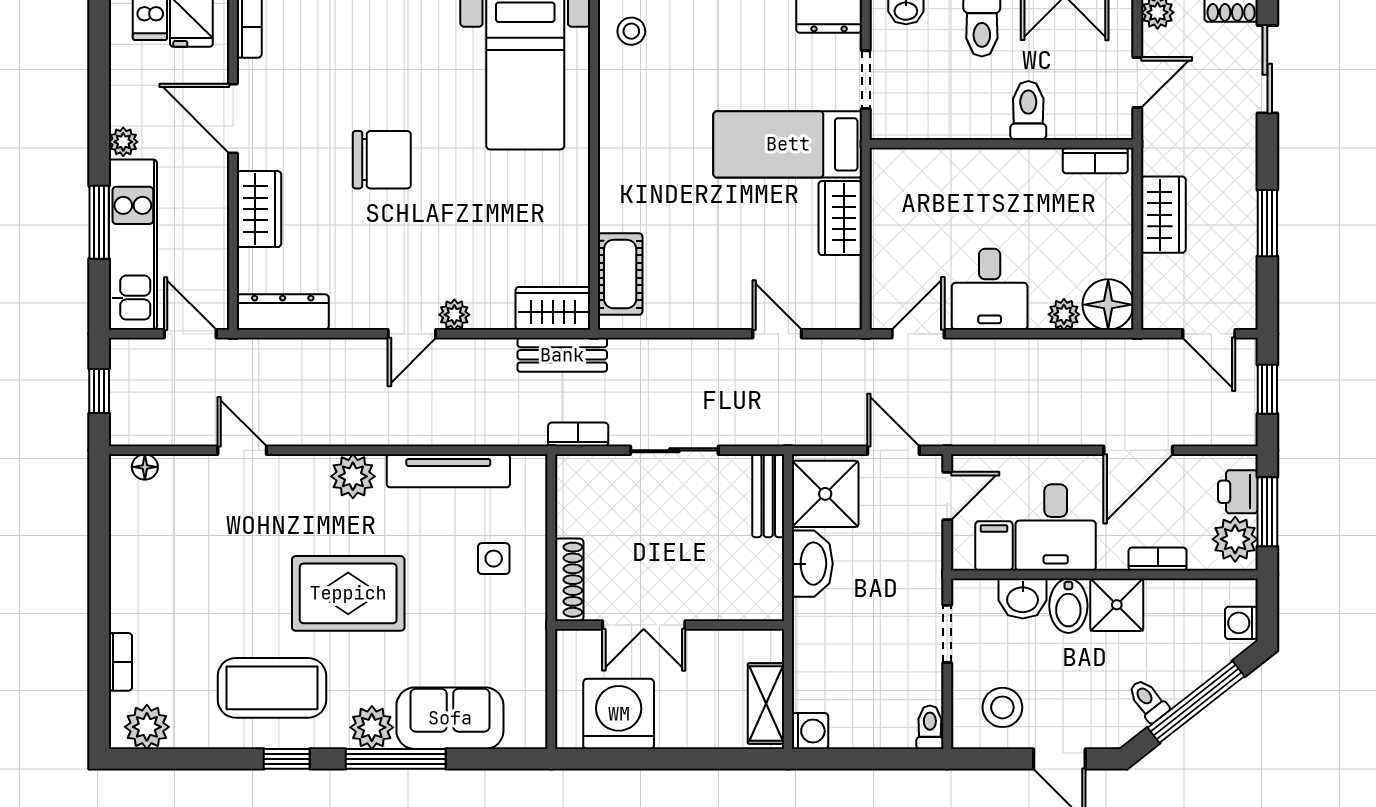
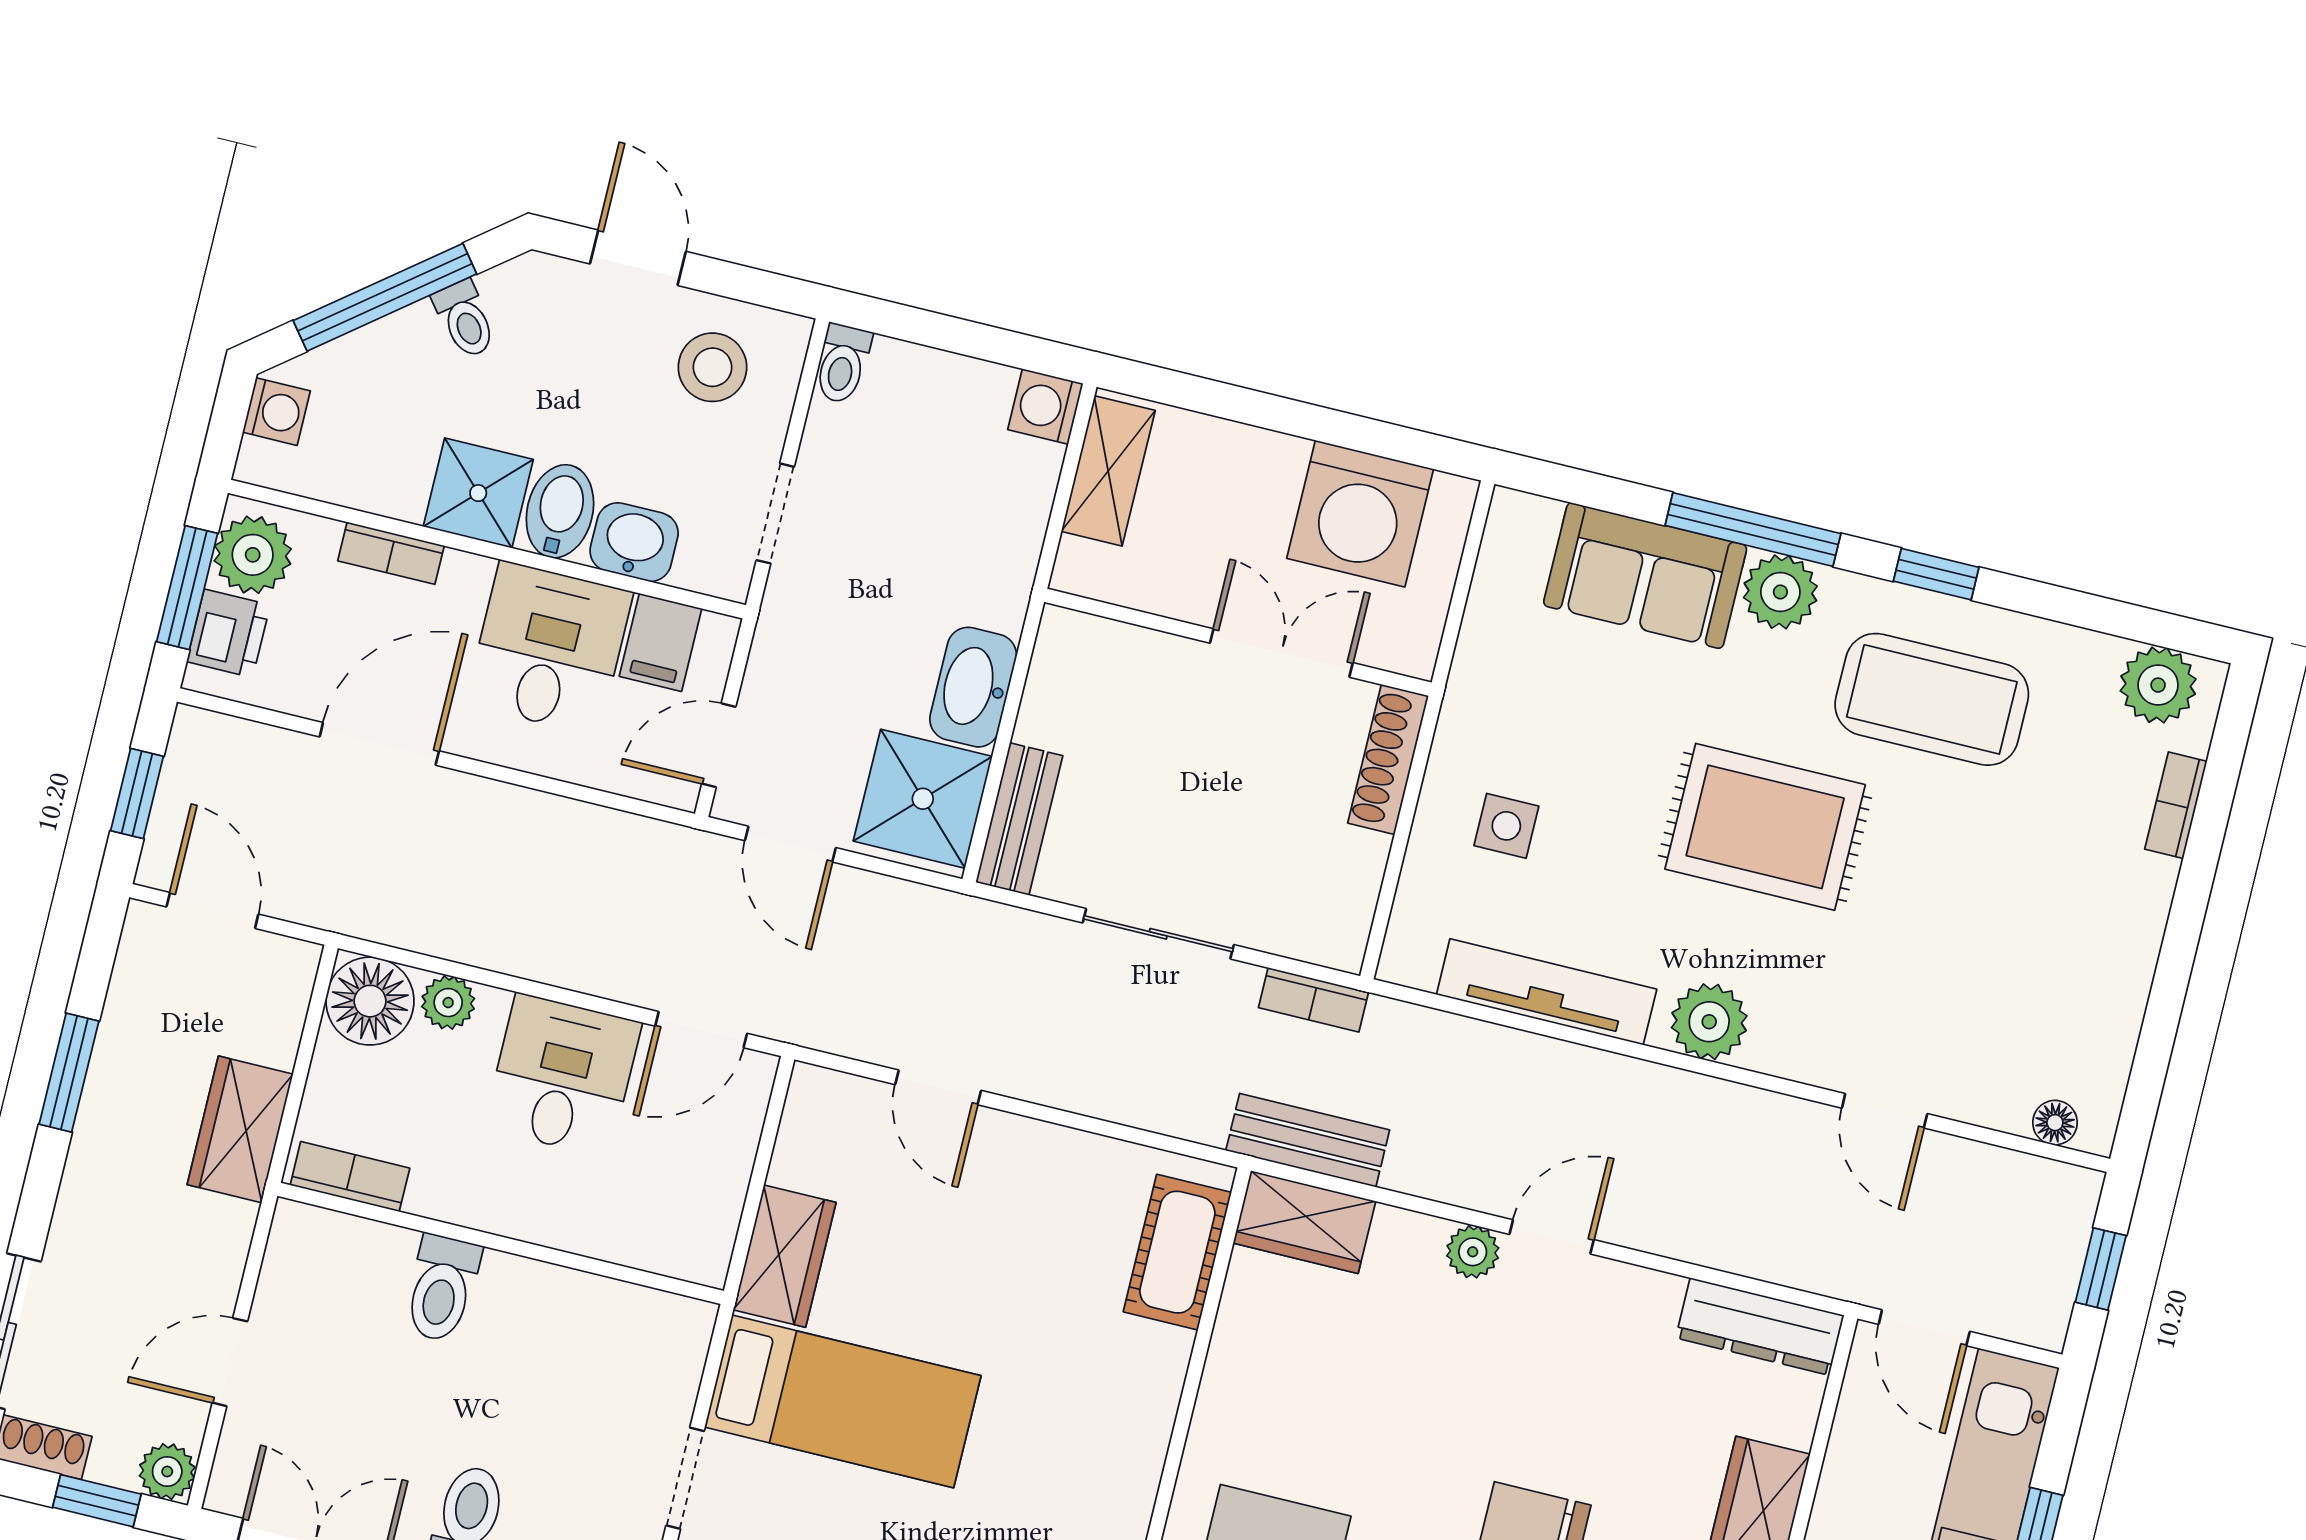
toilet: (1028, 110) -> (442, 1288), moved
wall: (1001, 144) -> (501, 1243), moved
bookcase: (1095, 161) -> (350, 1177), moved

